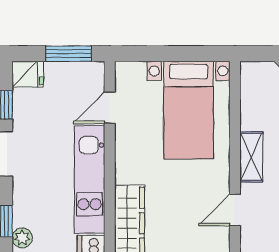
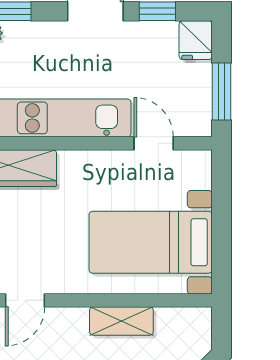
shelving: (251, 157) -> (121, 321), moved
door: (235, 210) -> (25, 300), swing flipped

